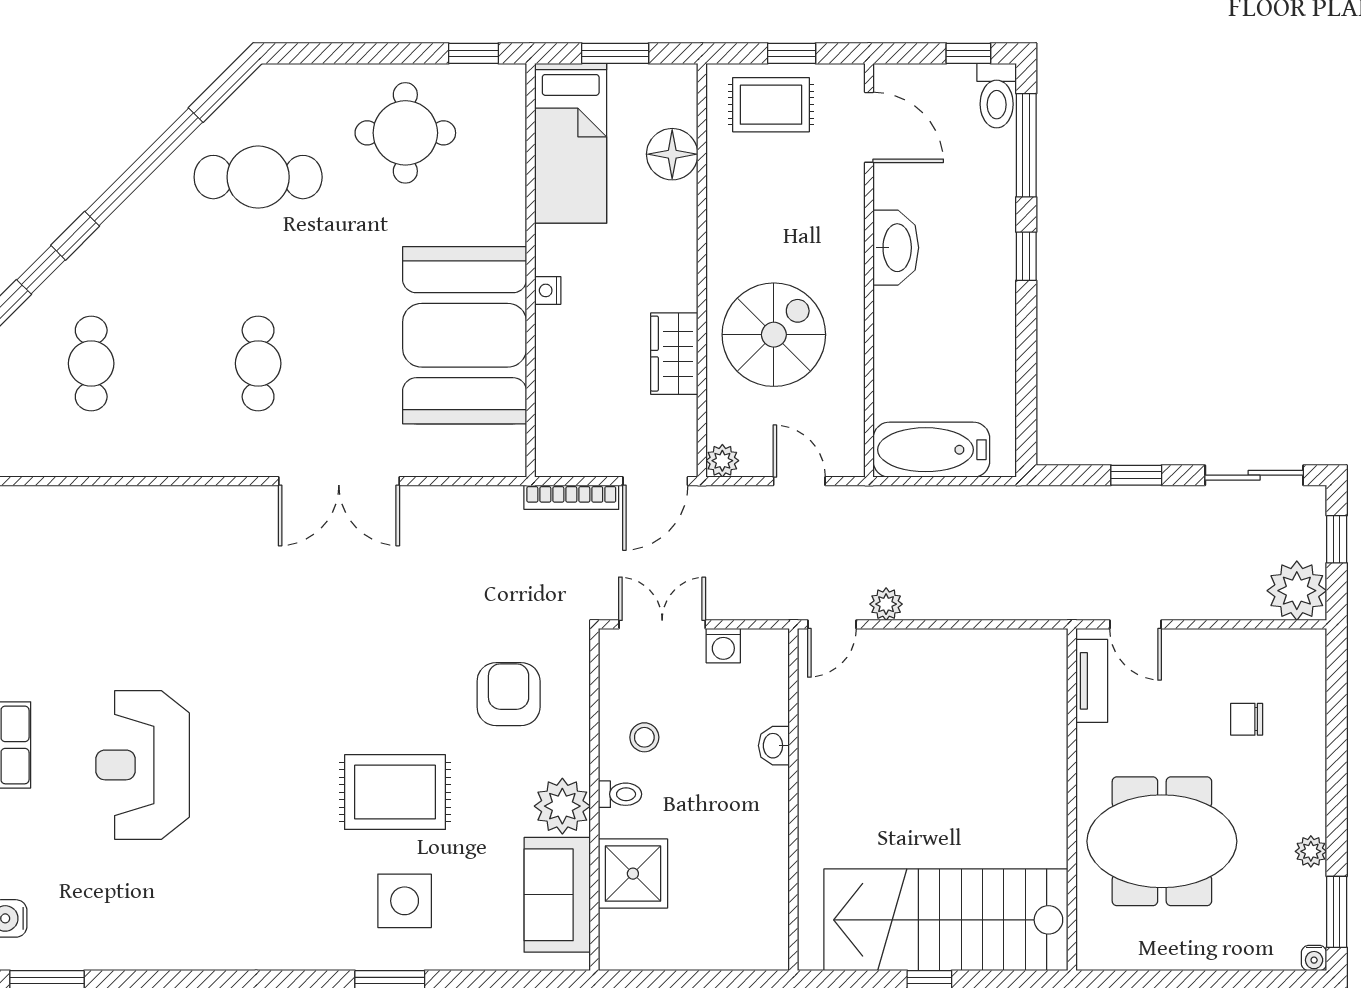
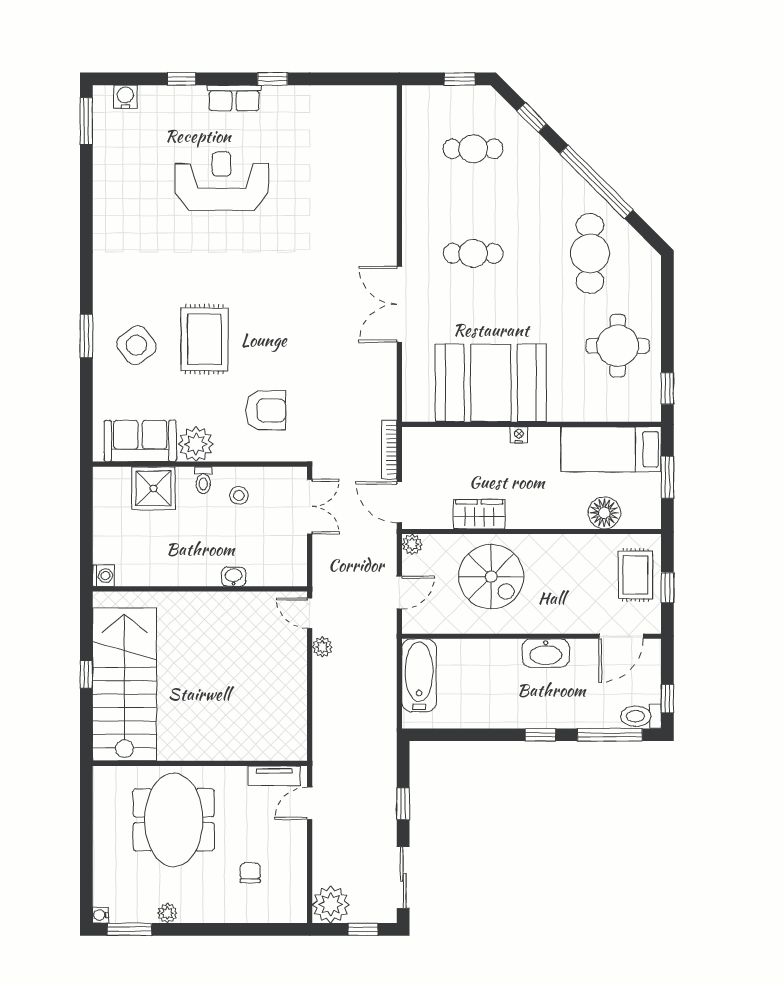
washing machine: (723, 646) -> (103, 576), moved, turned 180
side table: (405, 901) -> (136, 345), turned -37

